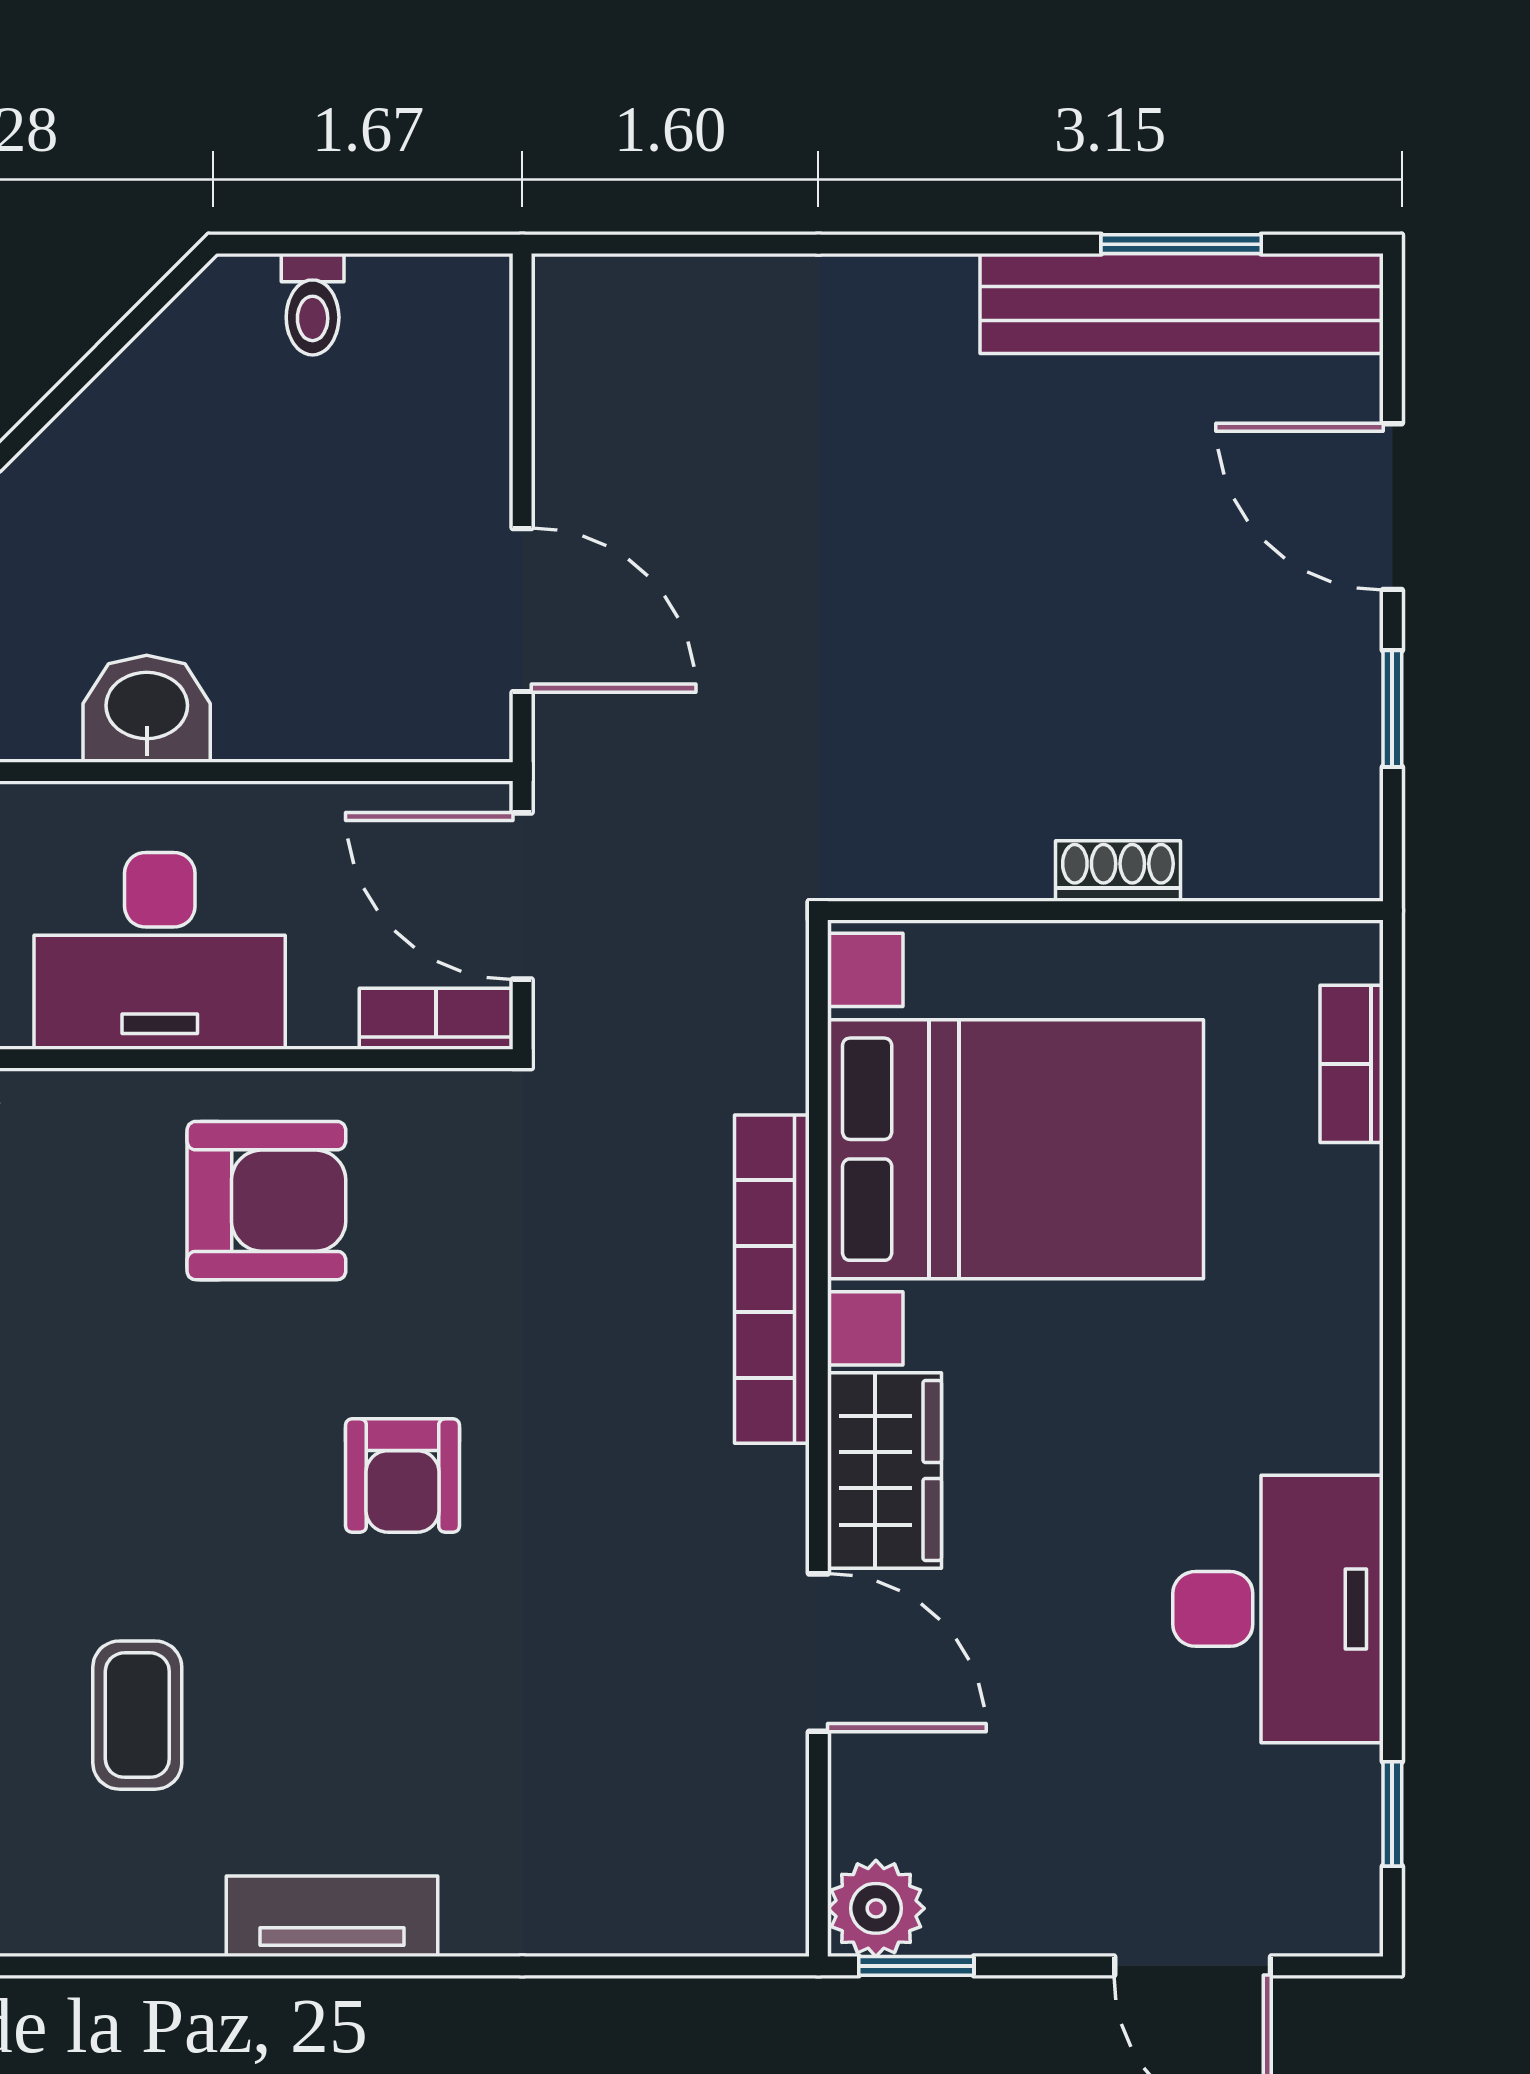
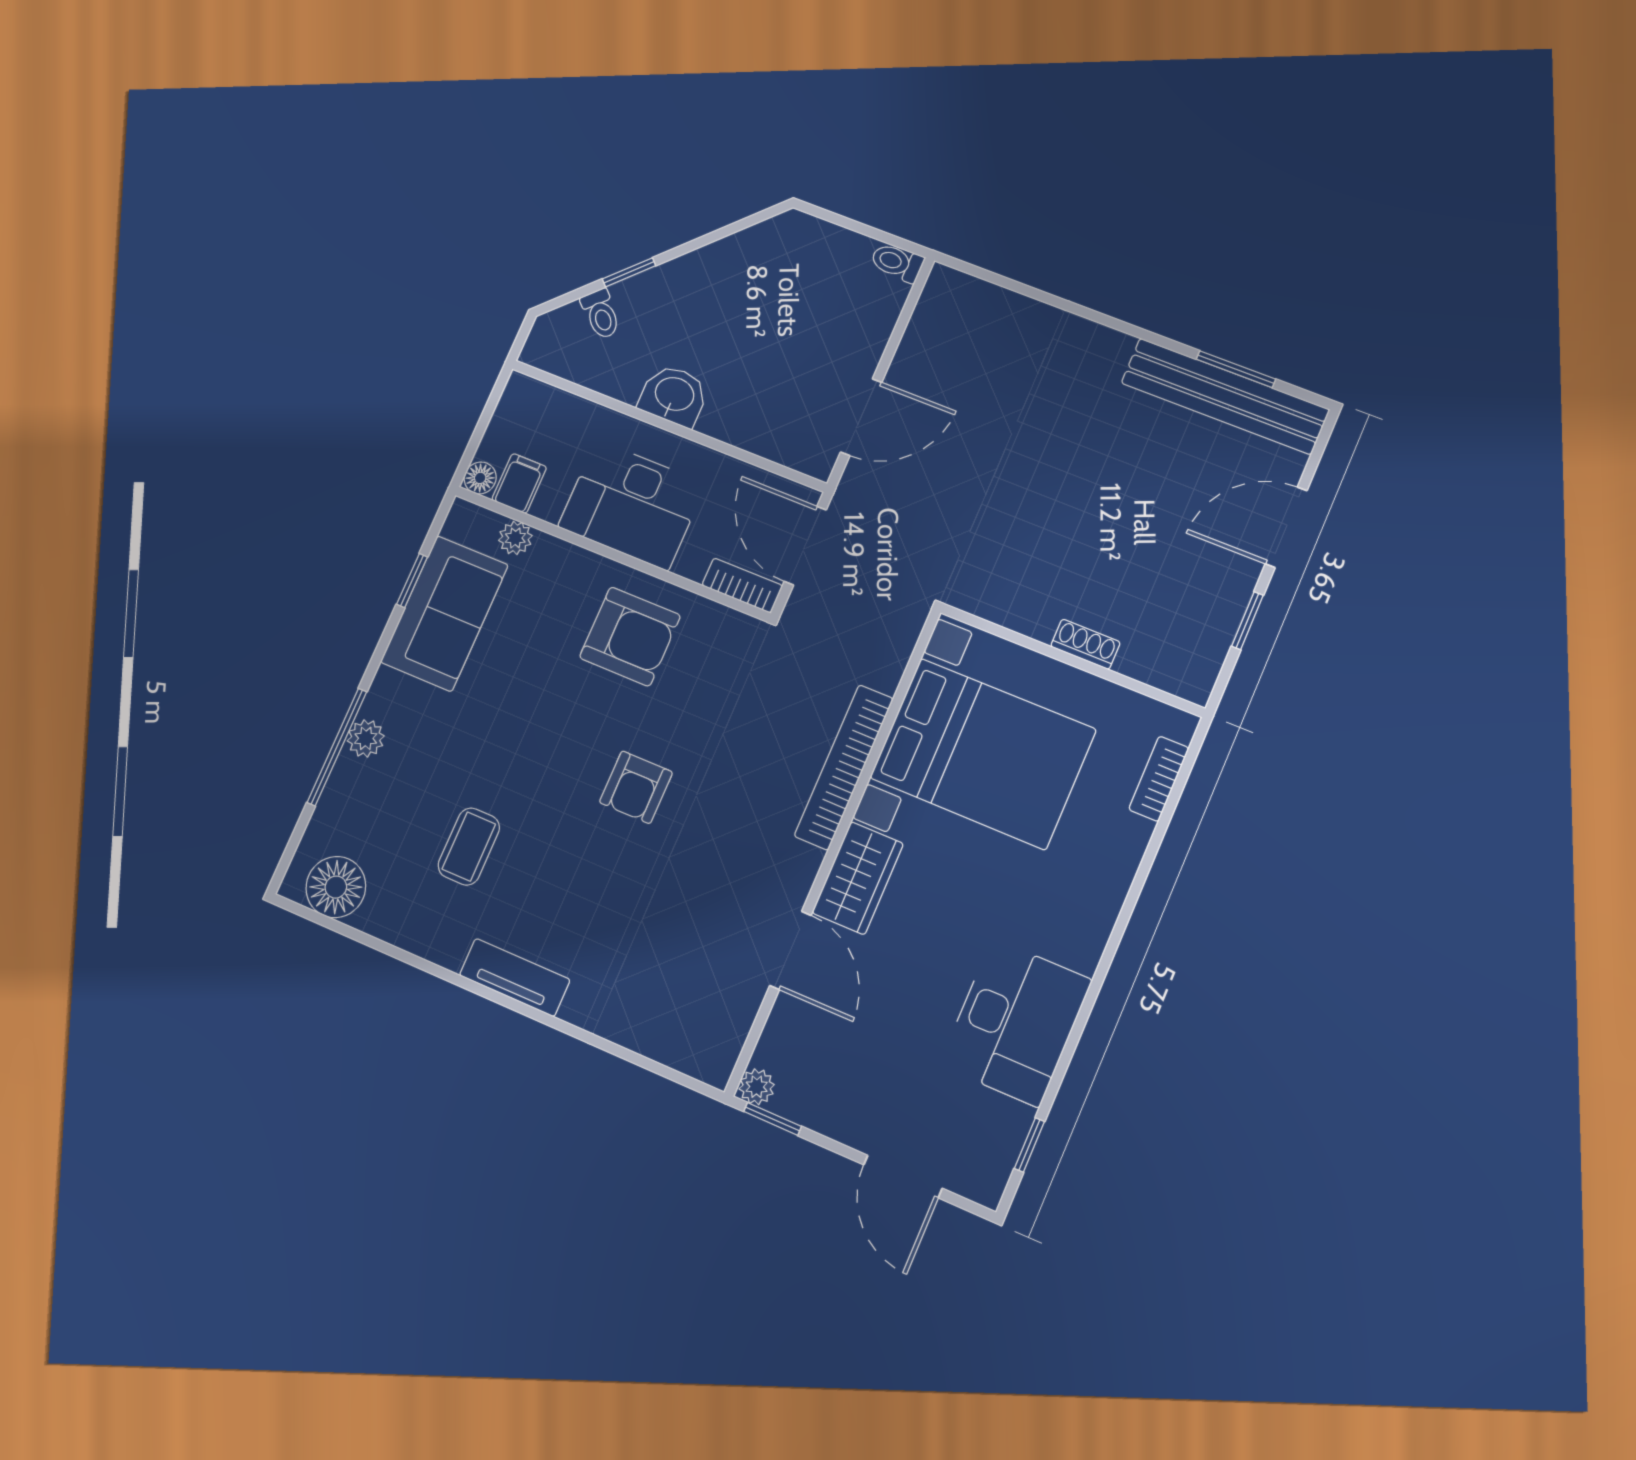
toilet: (313, 304) -> (897, 262), moved, turned 90
door: (1392, 507) -> (1286, 527), hinge flipped
door: (522, 610) -> (861, 417), hinge flipped
plant: (876, 1908) -> (757, 1087), width x0.73, depth x0.73

